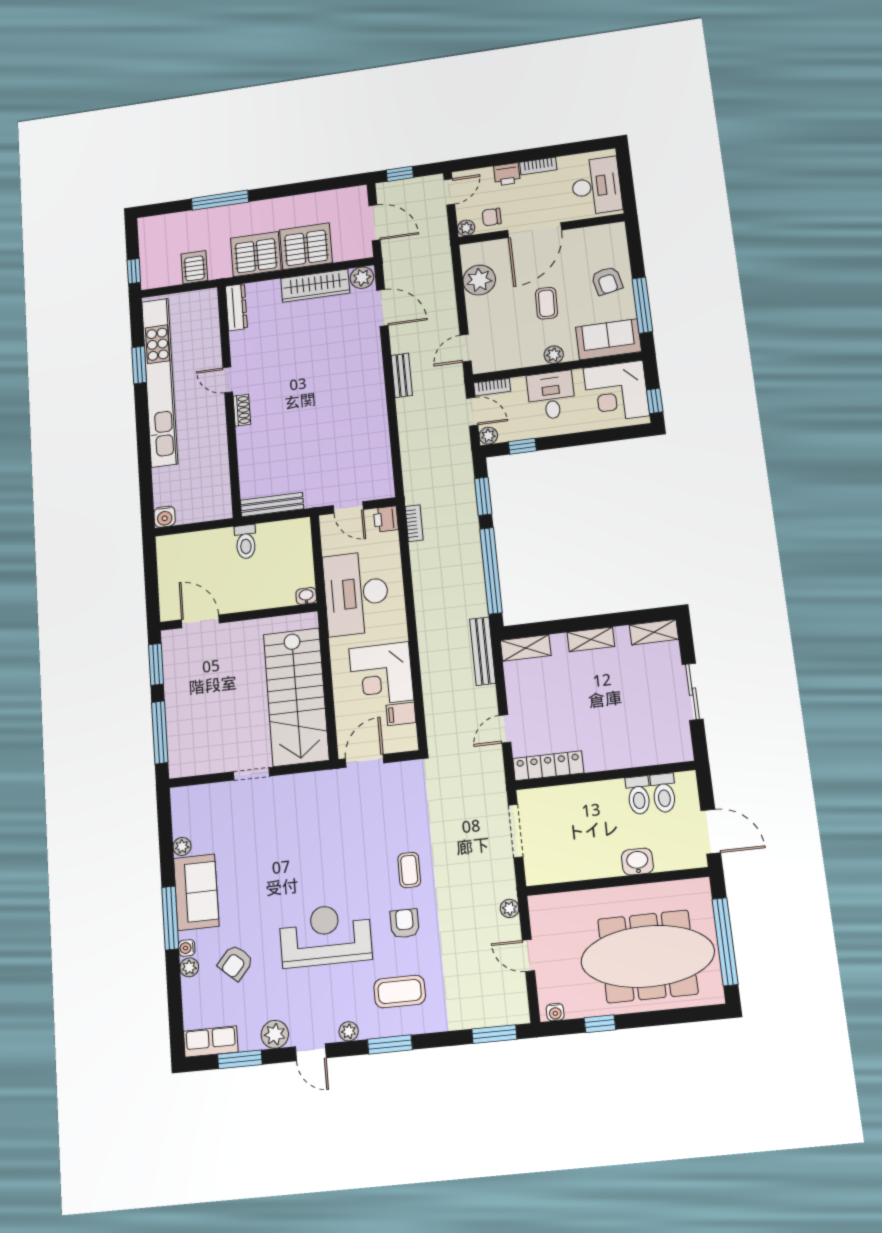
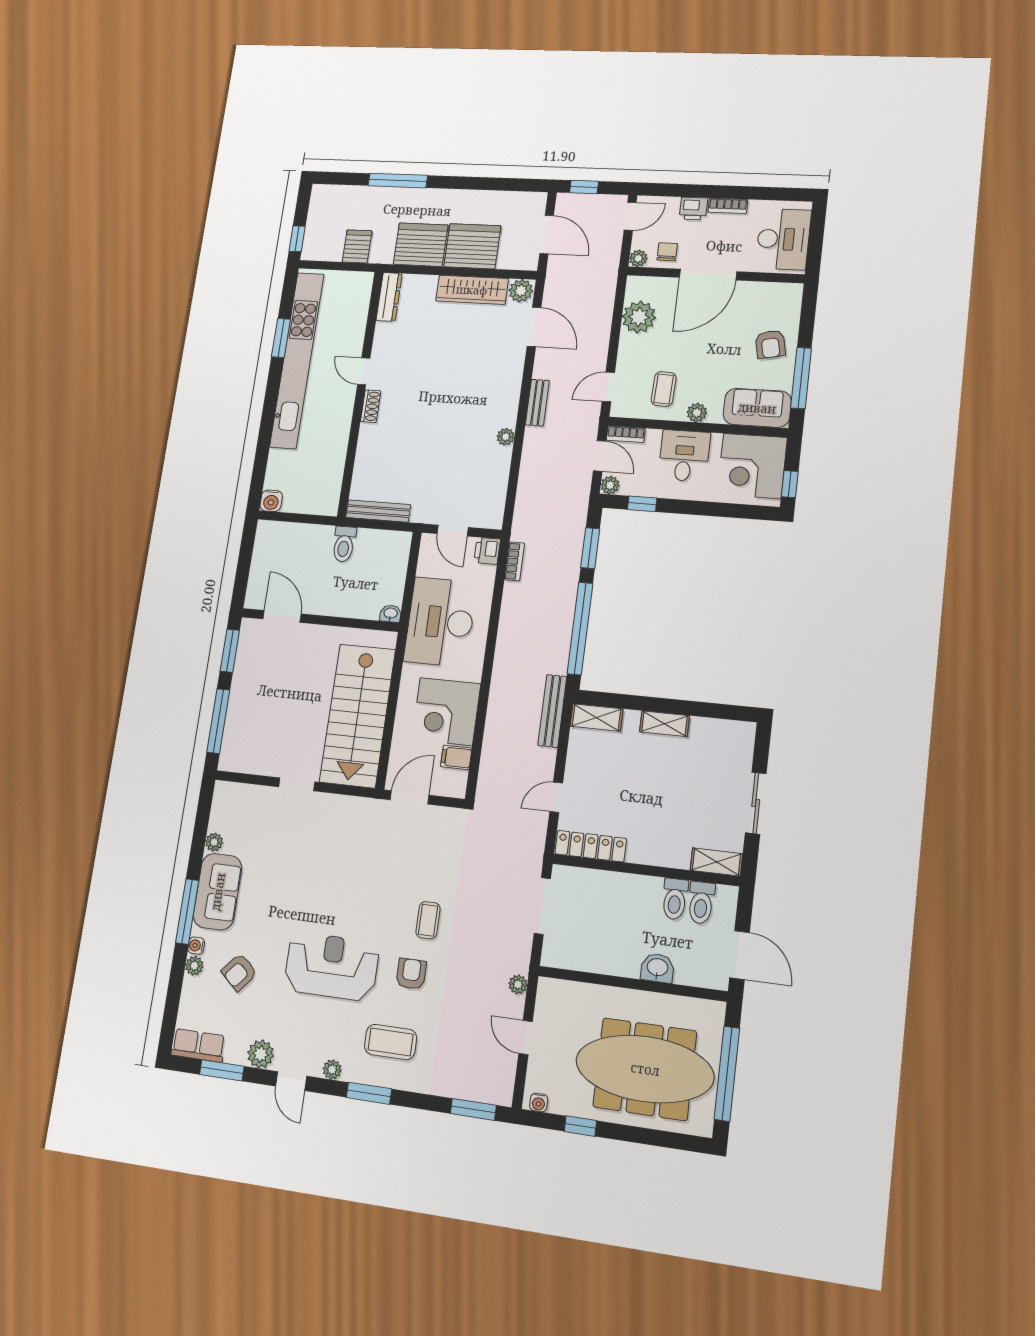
chair: (492, 217) -> (667, 252), turned 90
coffee table: (547, 303) -> (664, 389), moved
plant: (379, 412) -> (506, 437), added
shelving: (654, 632) -> (716, 862), moved

